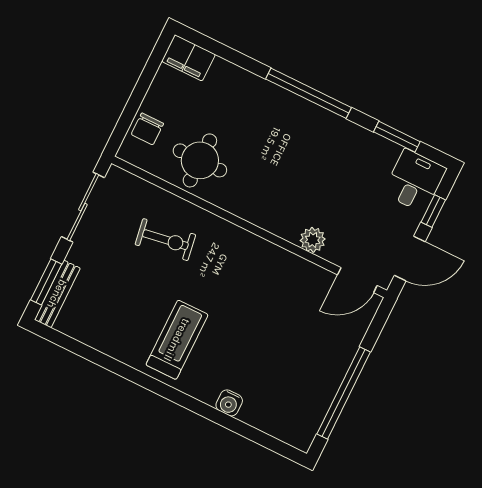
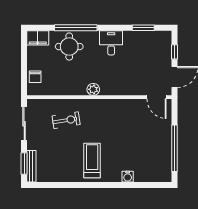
window: (309, 93) -> (76, 28), moved
round table: (200, 160) -> (69, 47), moved
desk: (415, 181) -> (111, 43), moved
plant: (313, 240) -> (93, 89), moved
door: (357, 280) -> (157, 97), hinge flipped

